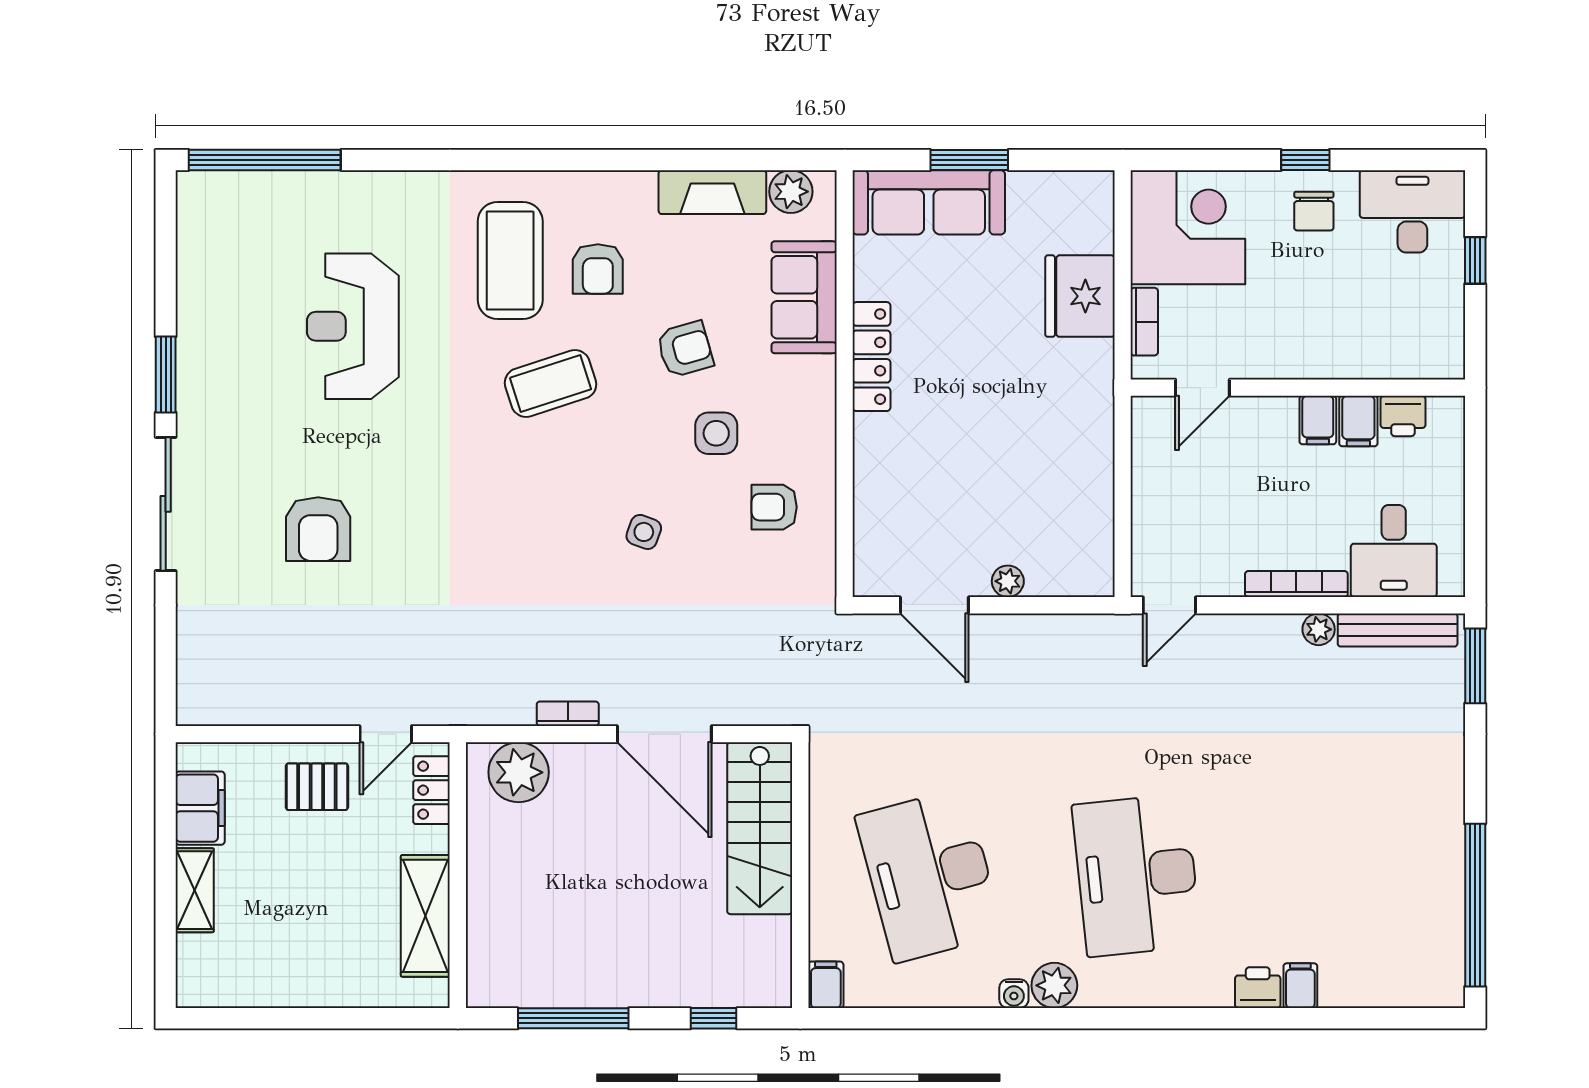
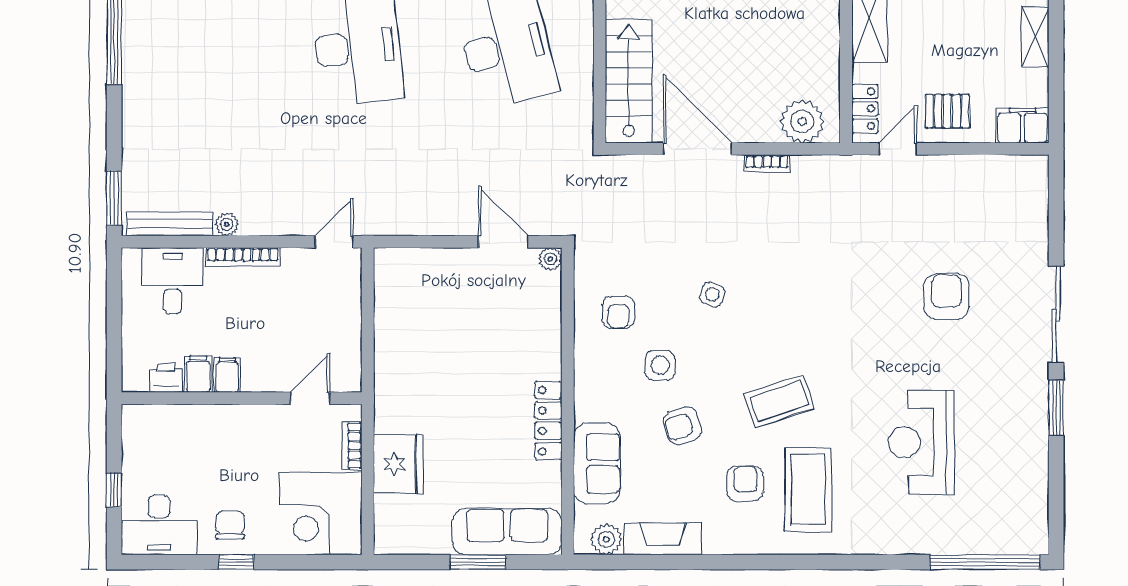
reception desk: (353, 326) -> (921, 442), turned 180
armchair: (774, 507) -> (618, 312), turned 90
plant: (1008, 581) -> (550, 259), moved
filing cabinet: (200, 808) -> (1023, 126), moved, turned 90

